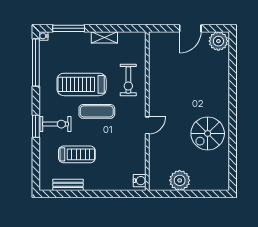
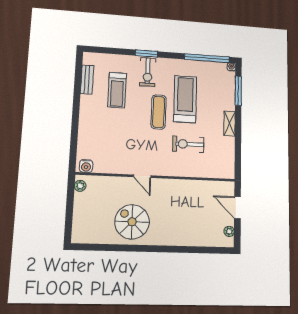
plant: (218, 41) -> (229, 231), width x0.53, depth x0.53
wall: (147, 111) -> (157, 177), moved
door: (147, 125) -> (142, 176), moved
plant: (180, 180) -> (80, 186), width x0.53, depth x0.53
water cooler: (140, 181) -> (86, 166), moved

